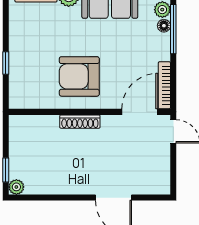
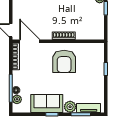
armchair: (79, 76) -> (64, 61), turned 90
door: (140, 112) -> (30, 41), swing flipped

